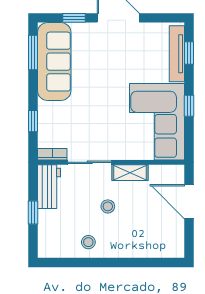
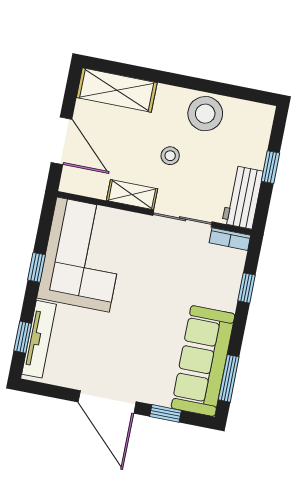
stool: (88, 242) -> (205, 114), width x1.89, depth x1.89
shelving: (156, 247) -> (117, 90), added

